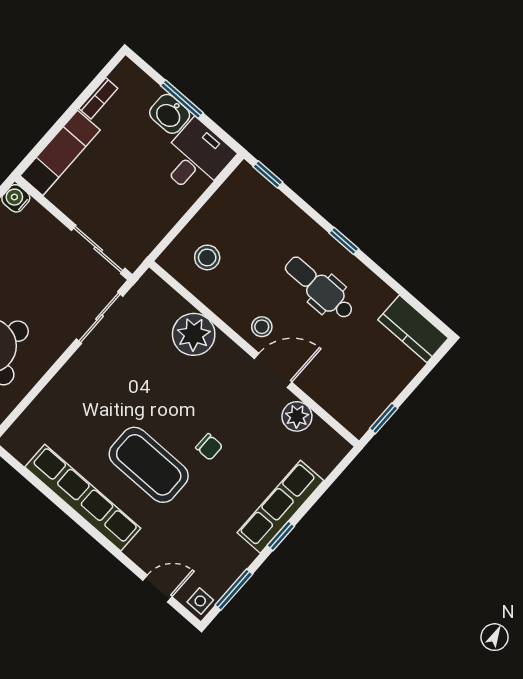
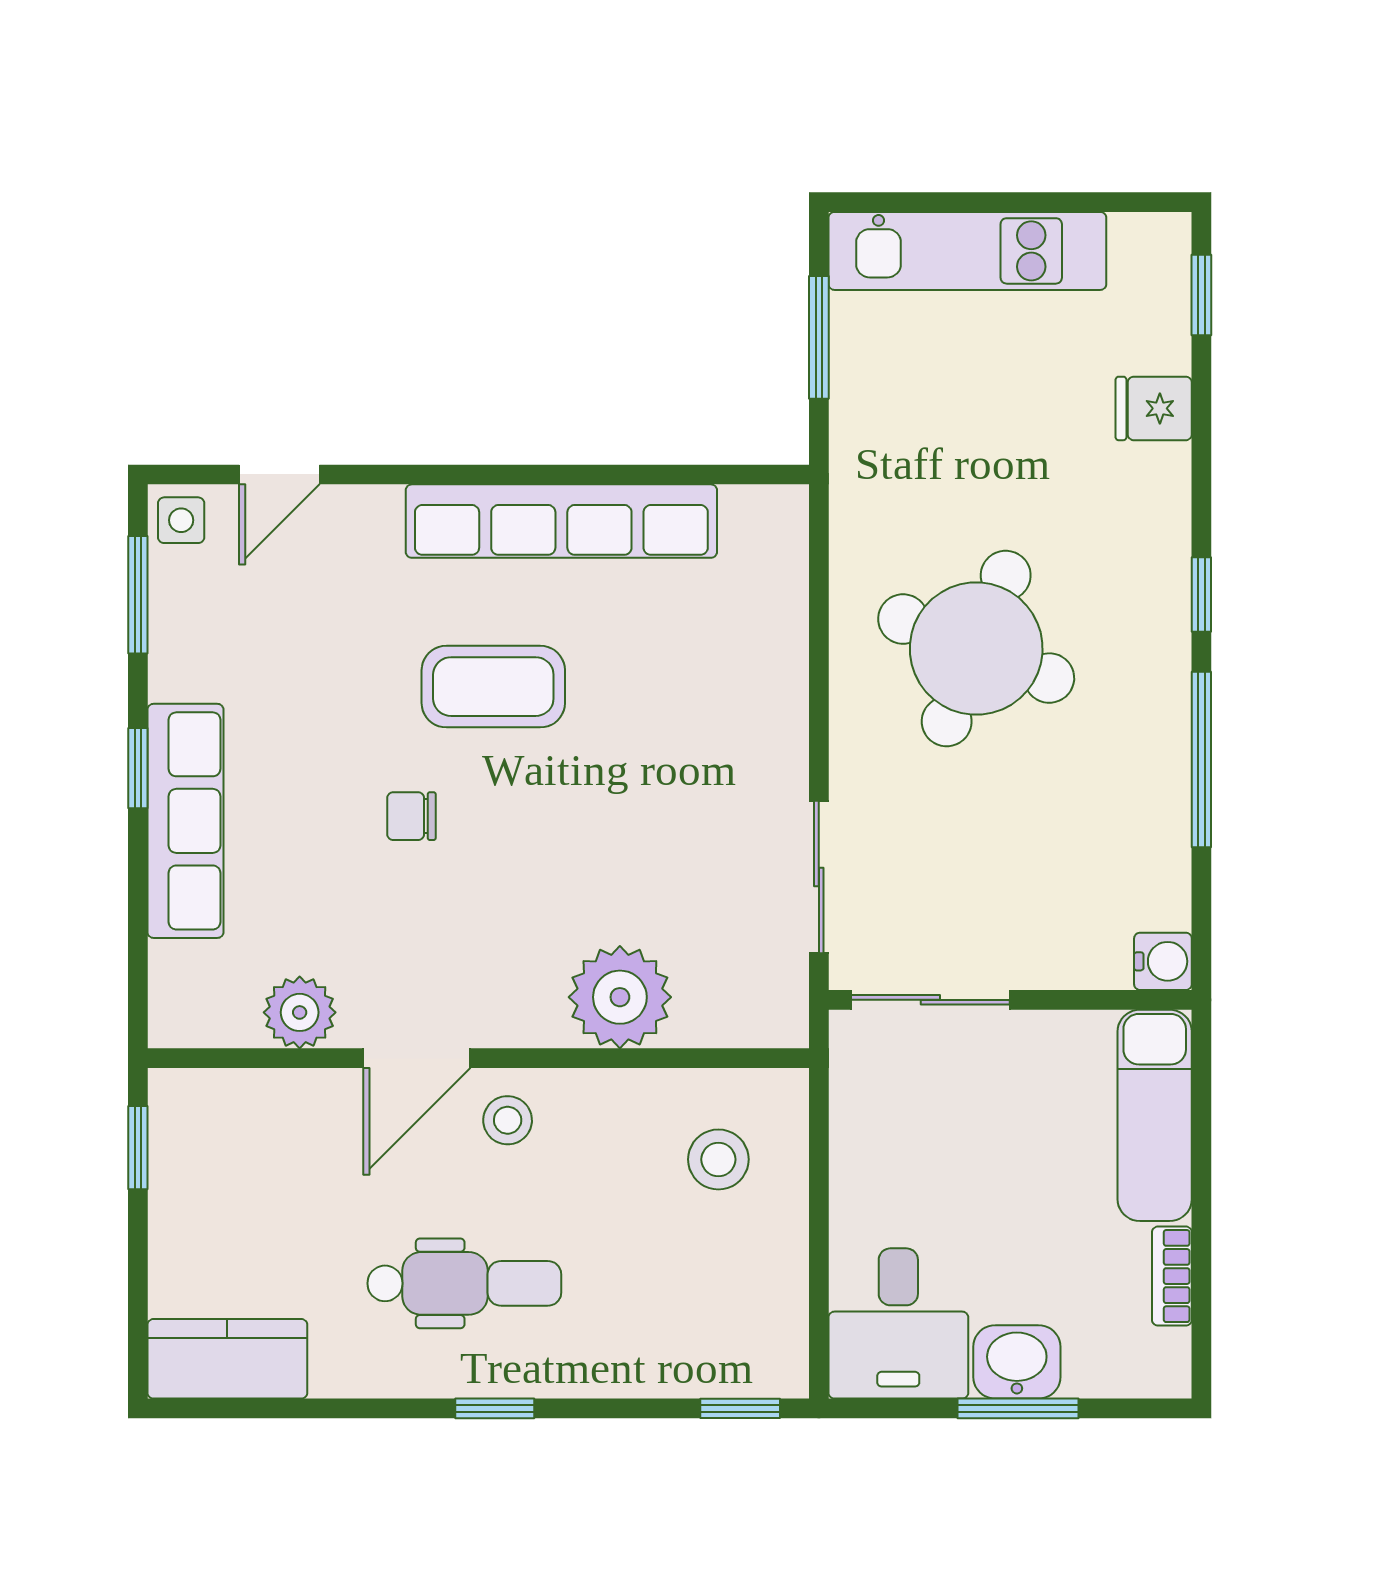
coffee table: (149, 465) -> (493, 687), width x0.73, depth x0.76

